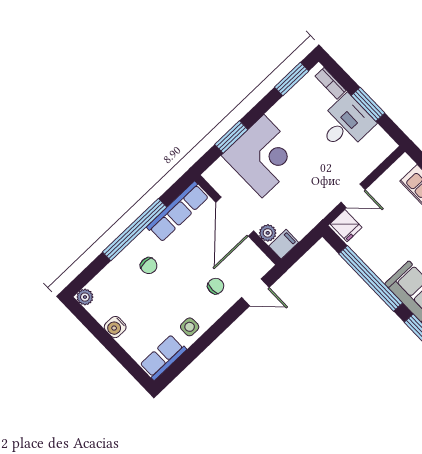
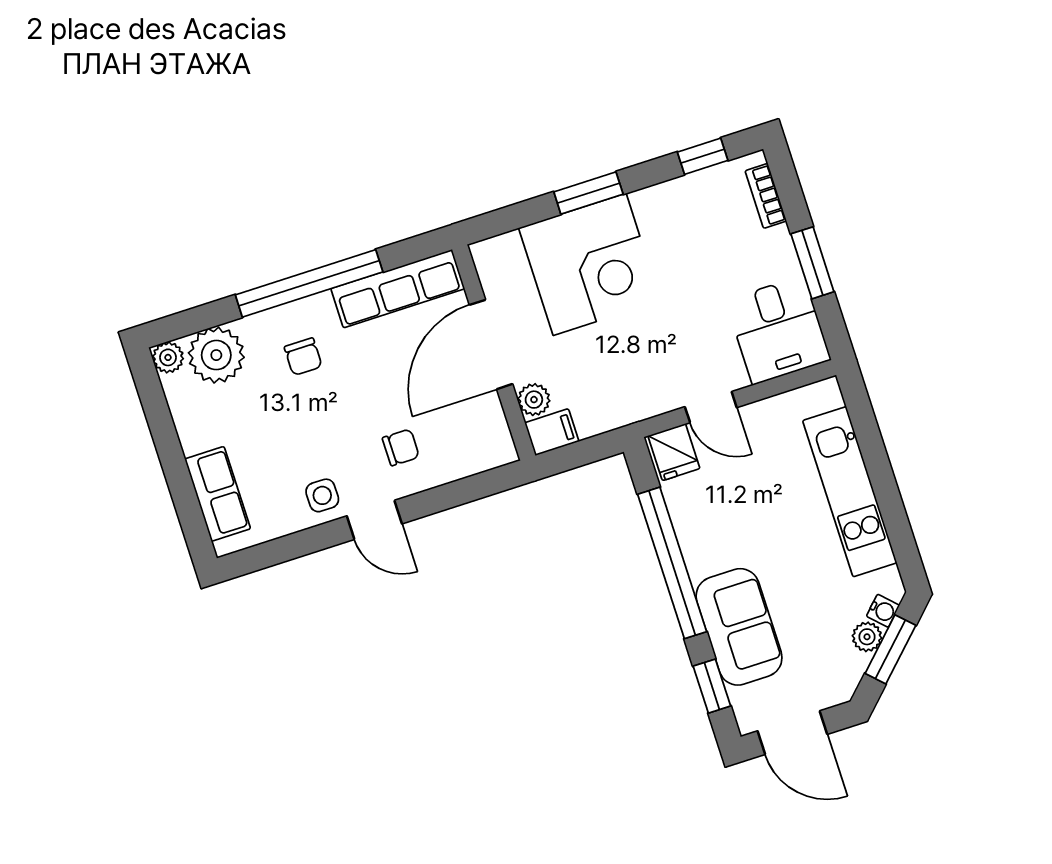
window: (292, 79) -> (703, 156), width x0.67
desk: (345, 124) -> (778, 330), moved, turned 90
window: (231, 137) -> (588, 193), moved
plant: (107, 285) -> (216, 355), added
door: (255, 292) -> (374, 520), moved
water cooler: (115, 327) -> (195, 434), removed
row of seats: (163, 357) -> (218, 494), moved, turned 90

